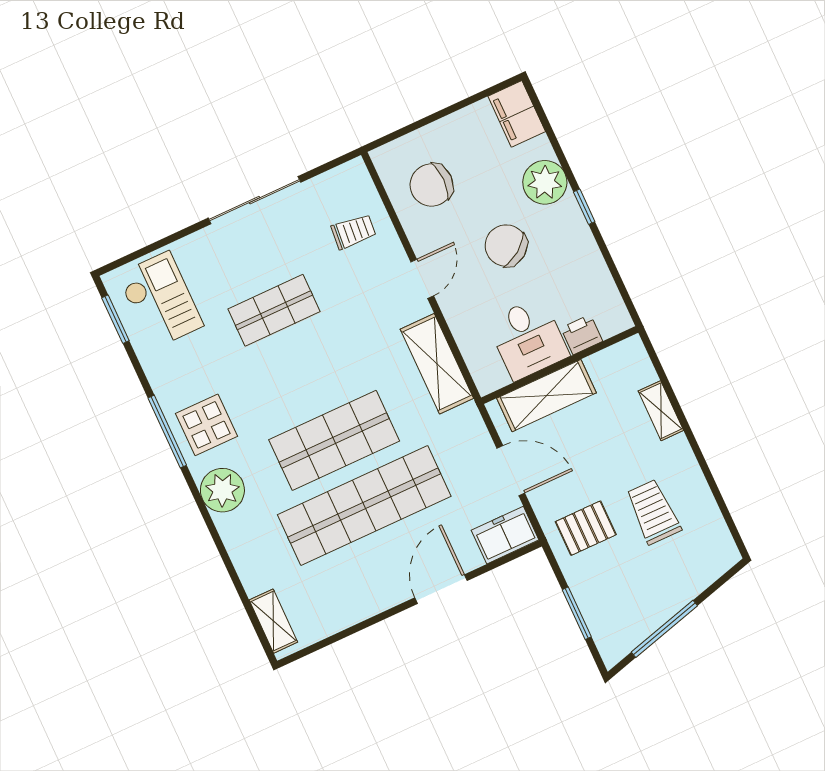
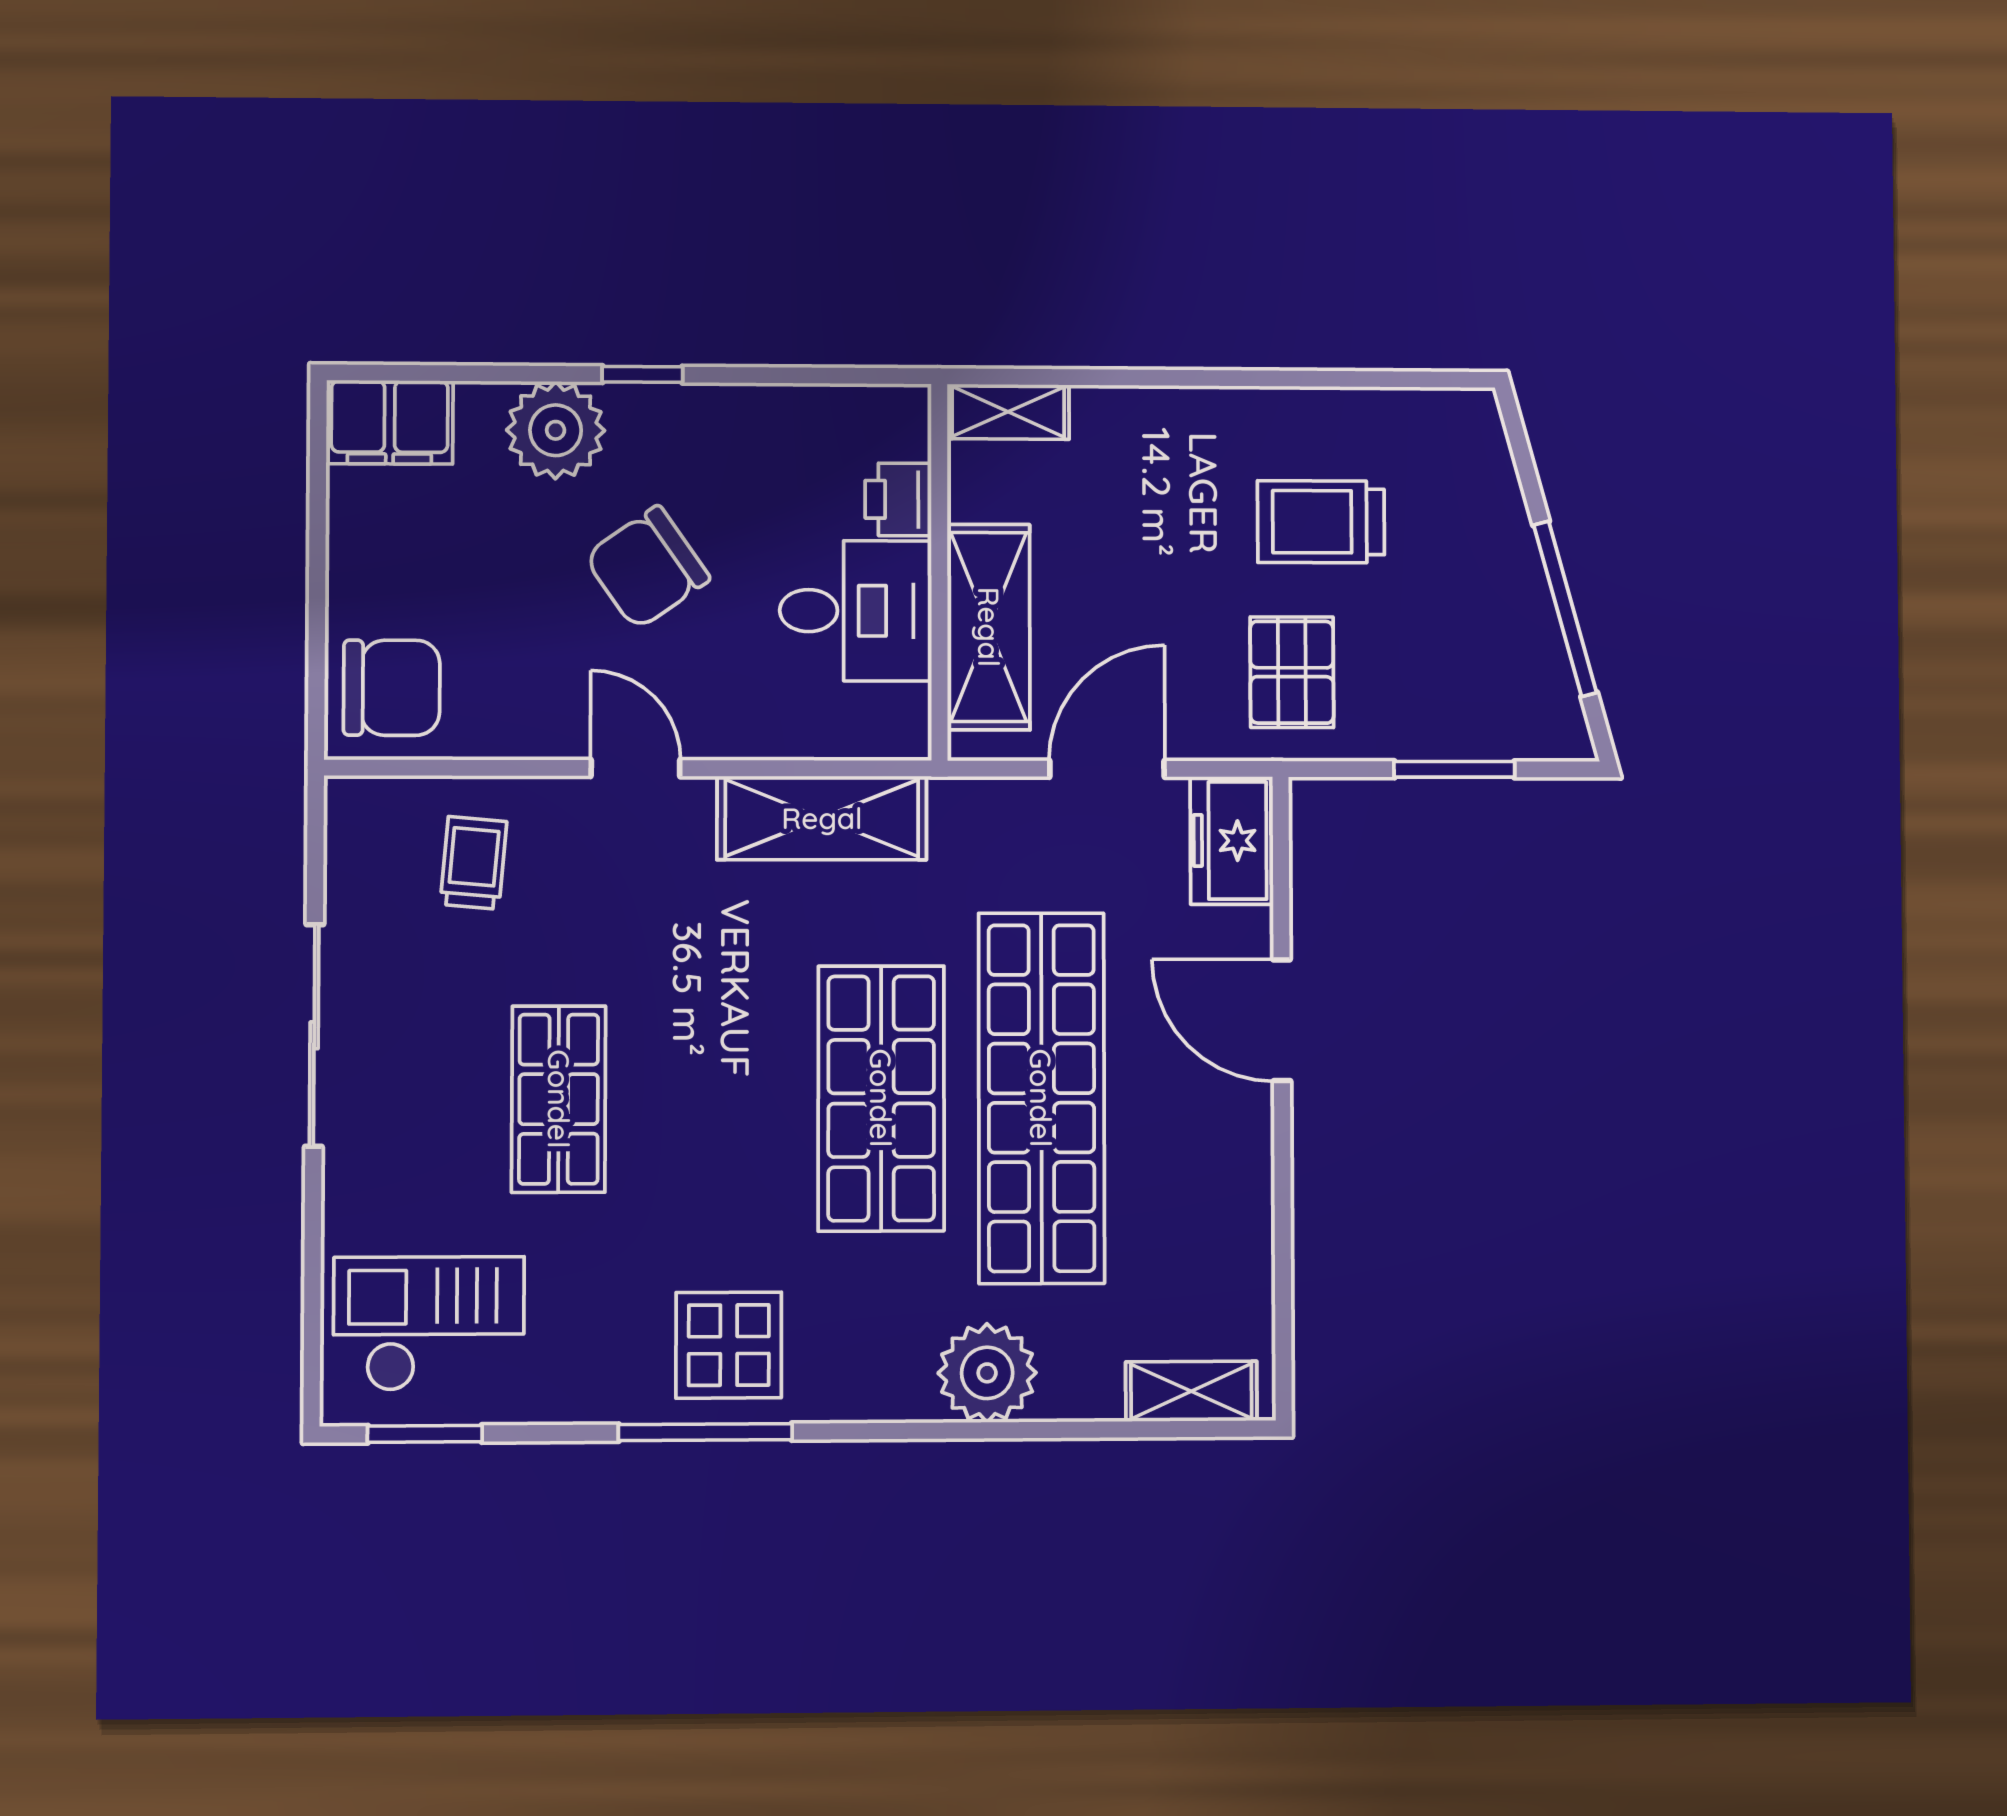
chair: (431, 185) -> (392, 688), moved, turned -90
shelving: (661, 411) -> (1008, 412), moved
plant: (222, 490) -> (987, 1373), moved

